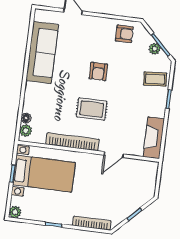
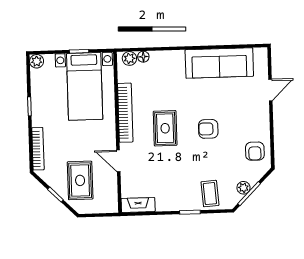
fireplace: (154, 138) -> (138, 205), width x0.73, depth x0.76
rug: (125, 191) -> (80, 180), added

